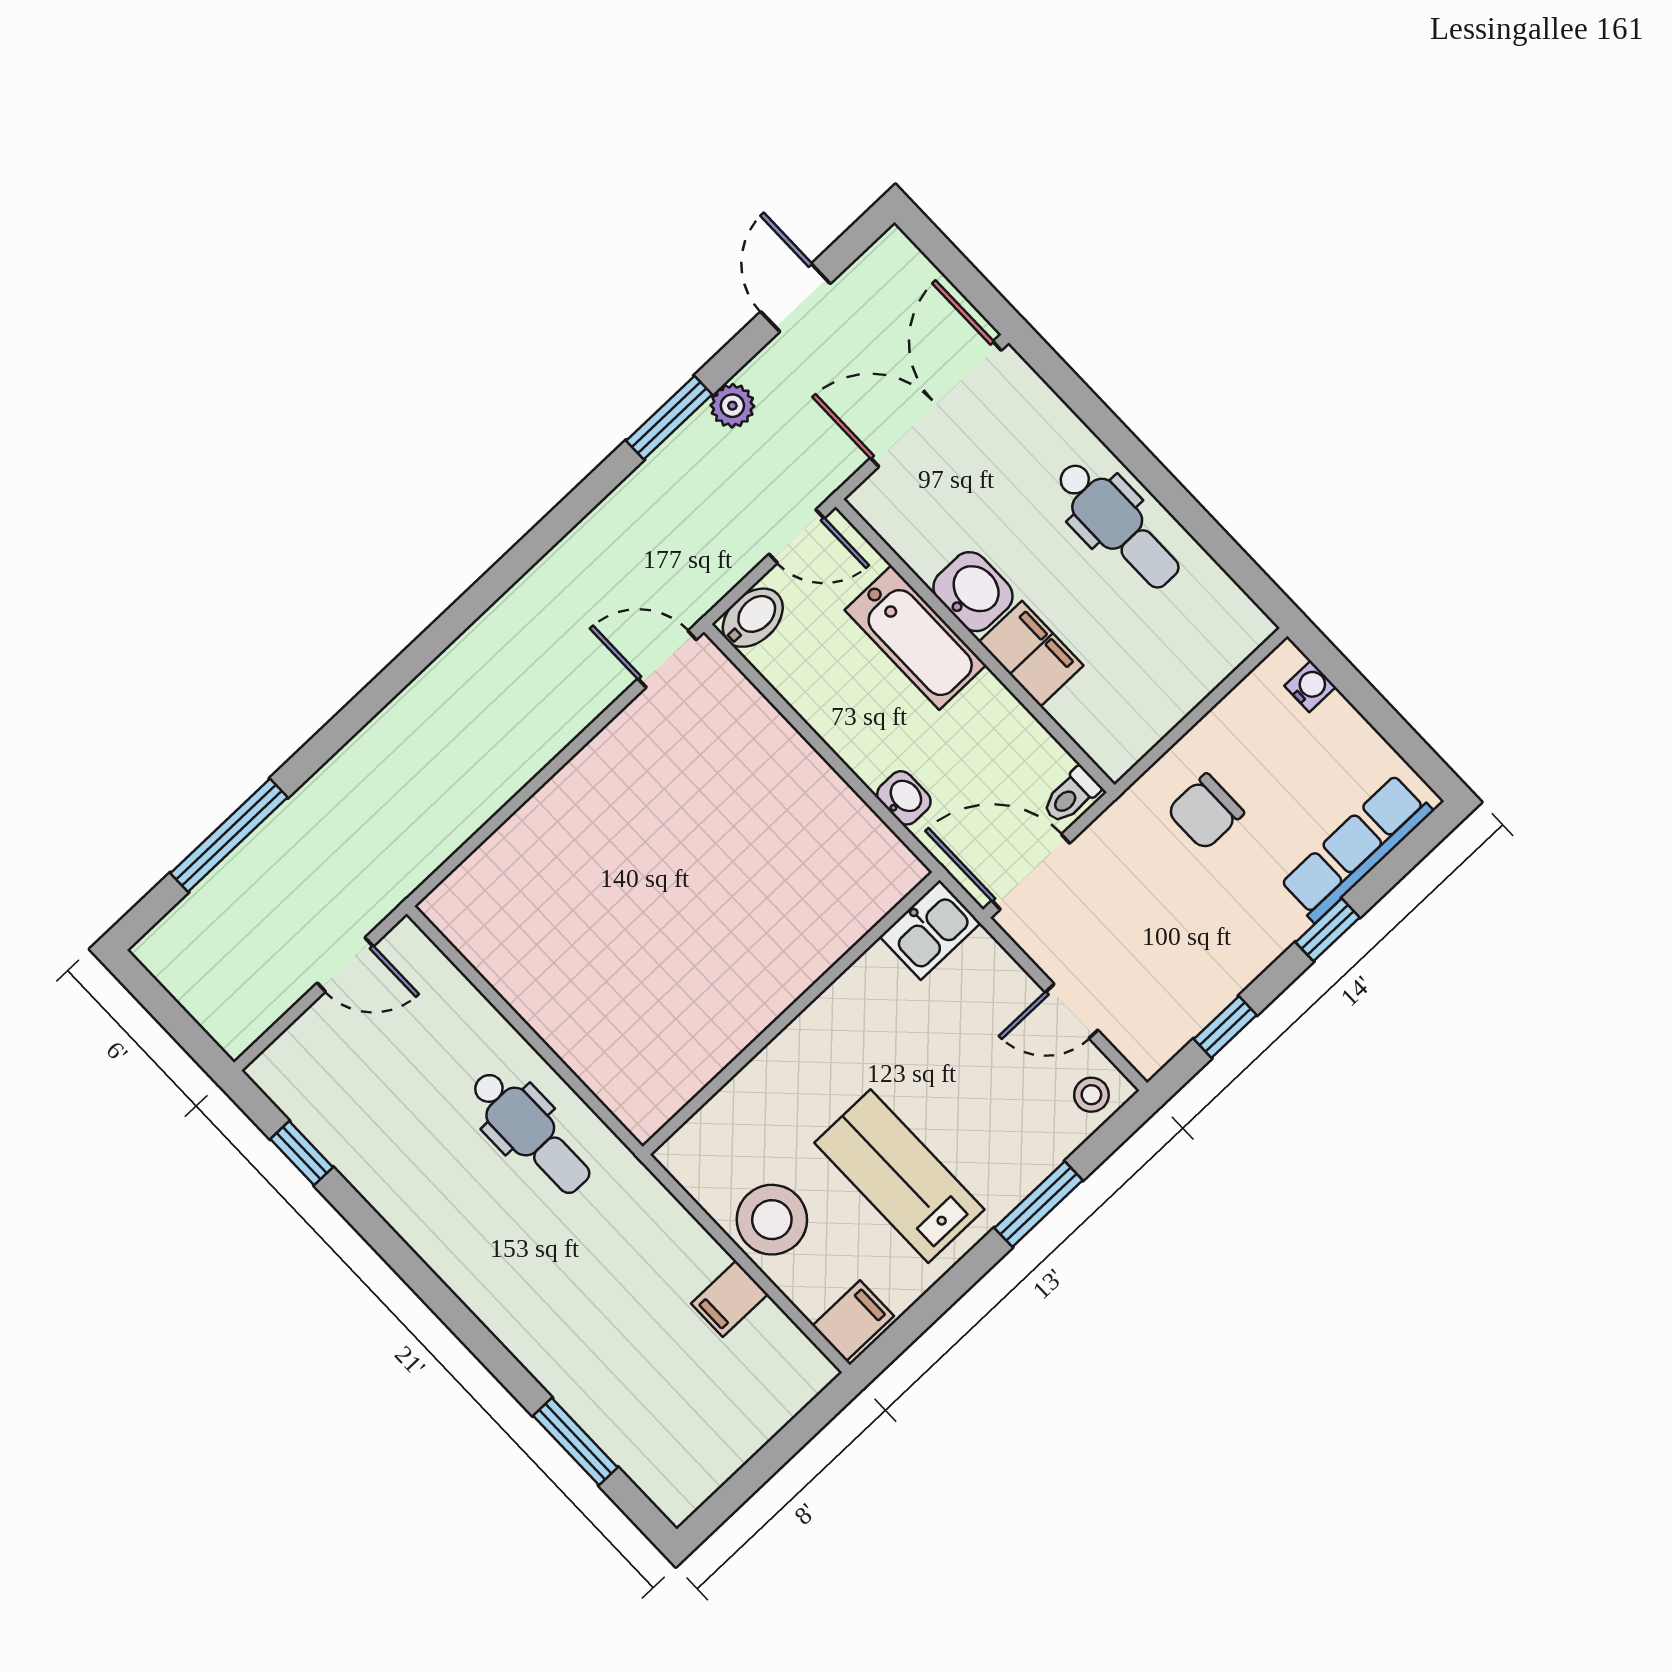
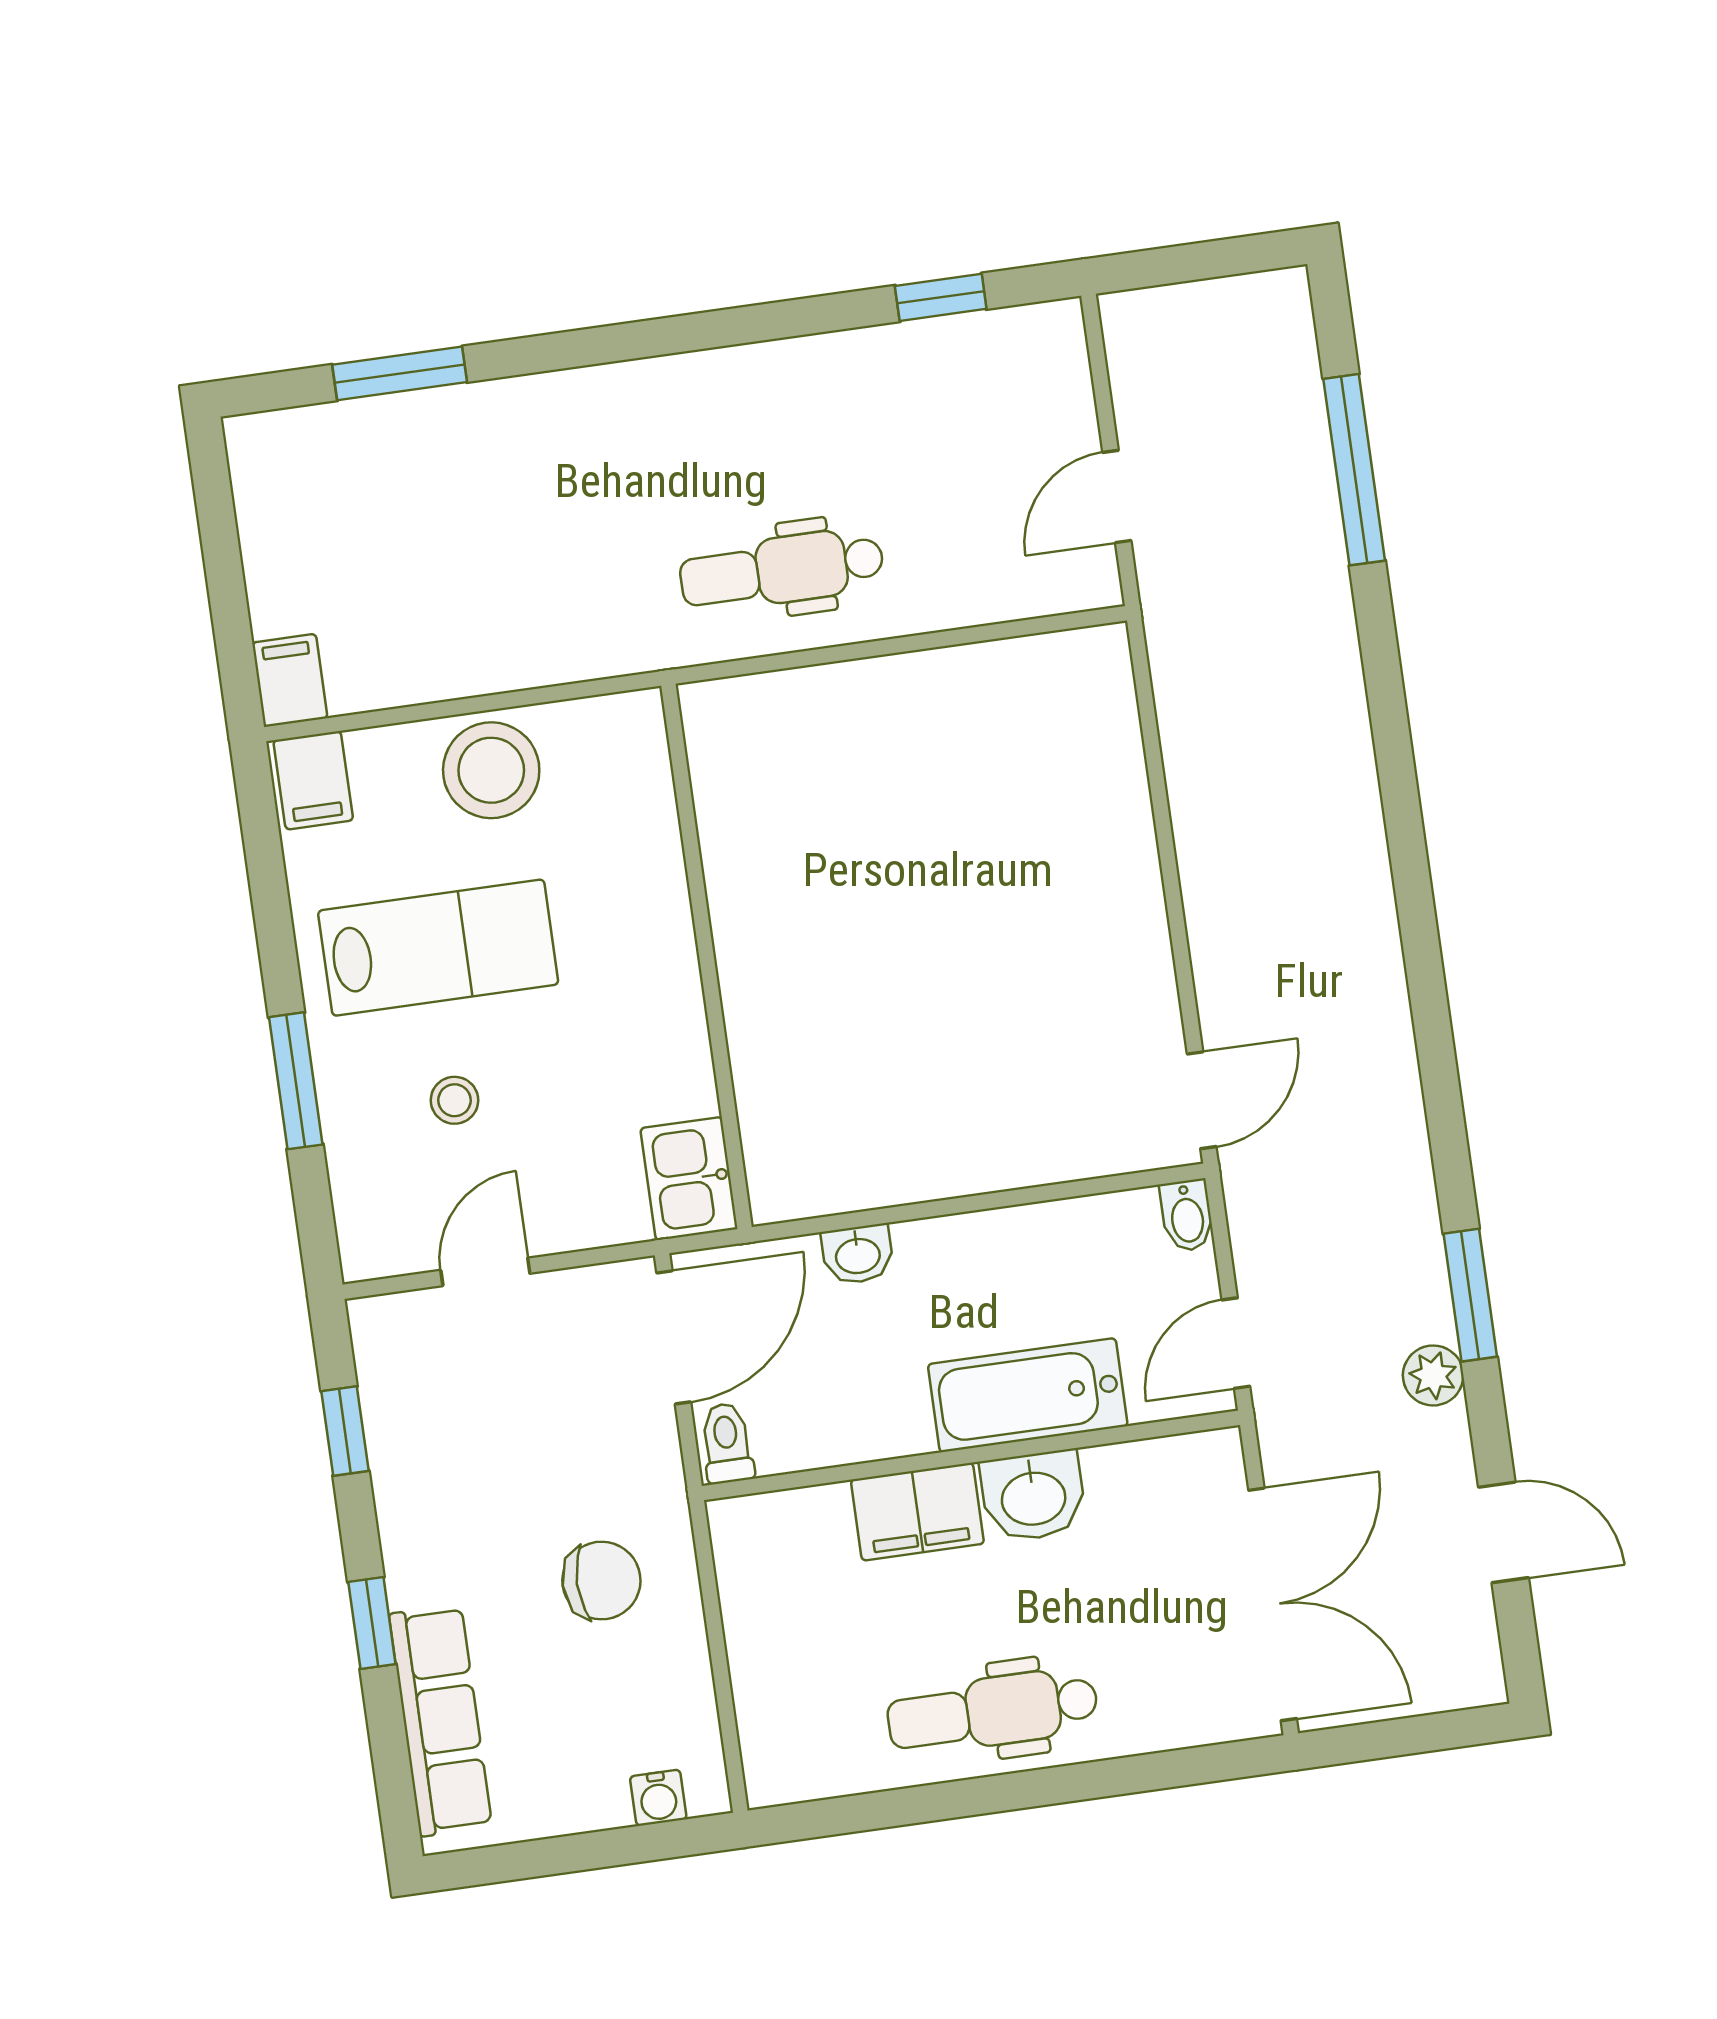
bidet: (753, 618) -> (1187, 1215), width x0.72, depth x0.74
chair: (1205, 812) -> (601, 1581), turned 90
stool: (1091, 1095) -> (455, 1100), moved
filing cabinet: (730, 1299) -> (290, 680), moved

